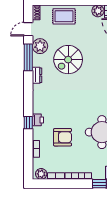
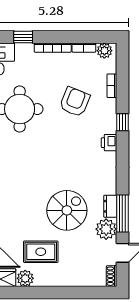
rug: (64, 16) -> (41, 252), moved
dresser: (37, 75) -> (110, 206), moved
printer: (38, 120) -> (109, 143), moved
armchair: (63, 137) -> (75, 102), turned 112

